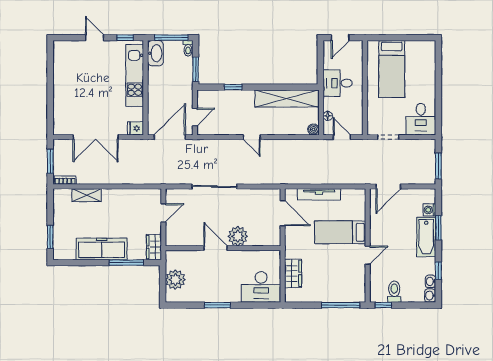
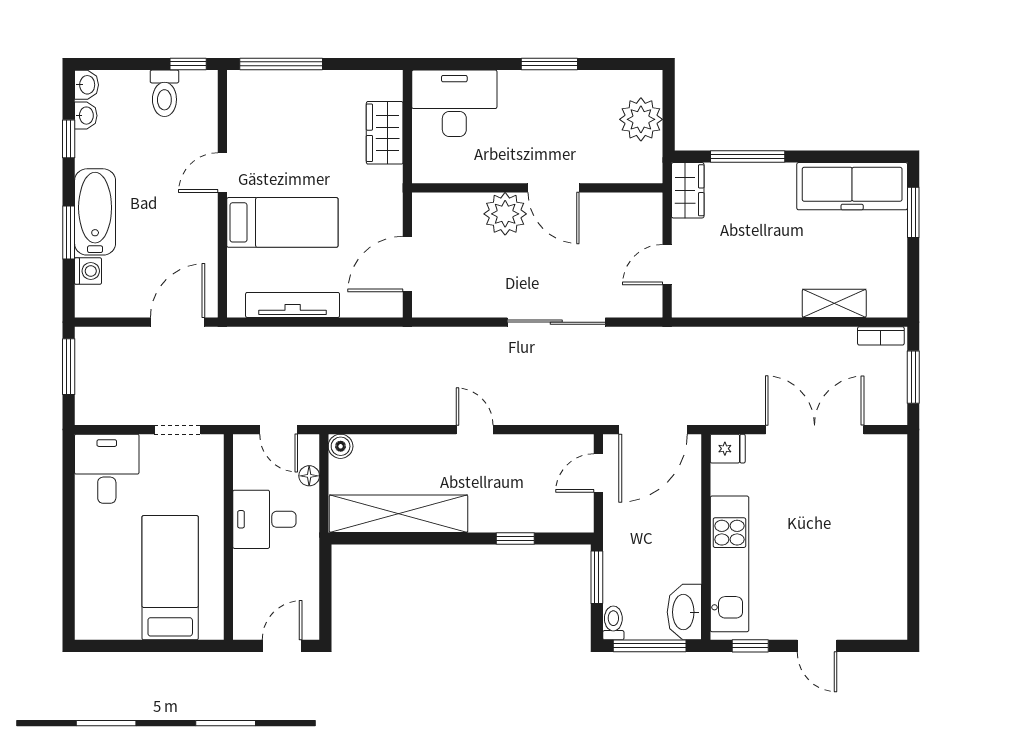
desk: (338, 83) -> (264, 519), moved, turned 180
tv unit: (319, 194) -> (293, 305), moved
door: (283, 213) -> (407, 264), hinge flipped
freezer: (102, 249) -> (852, 186), moved

